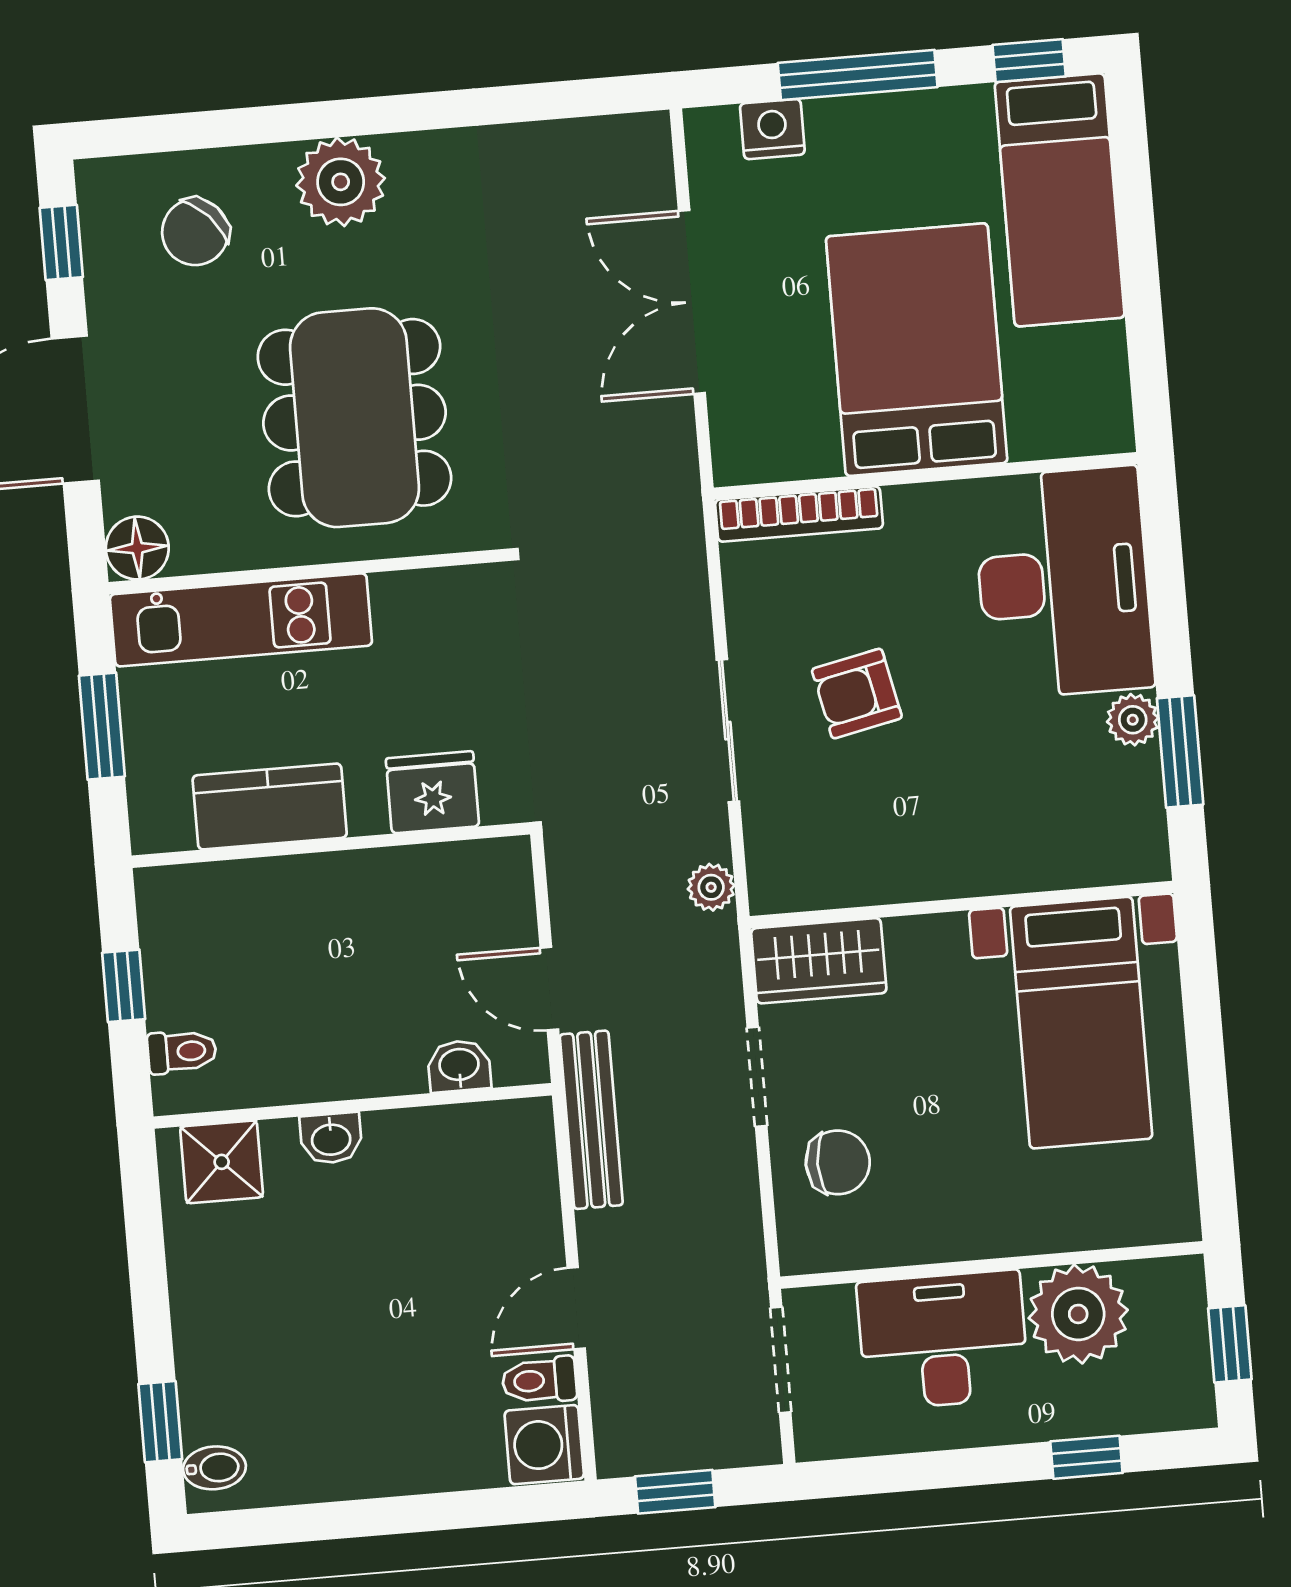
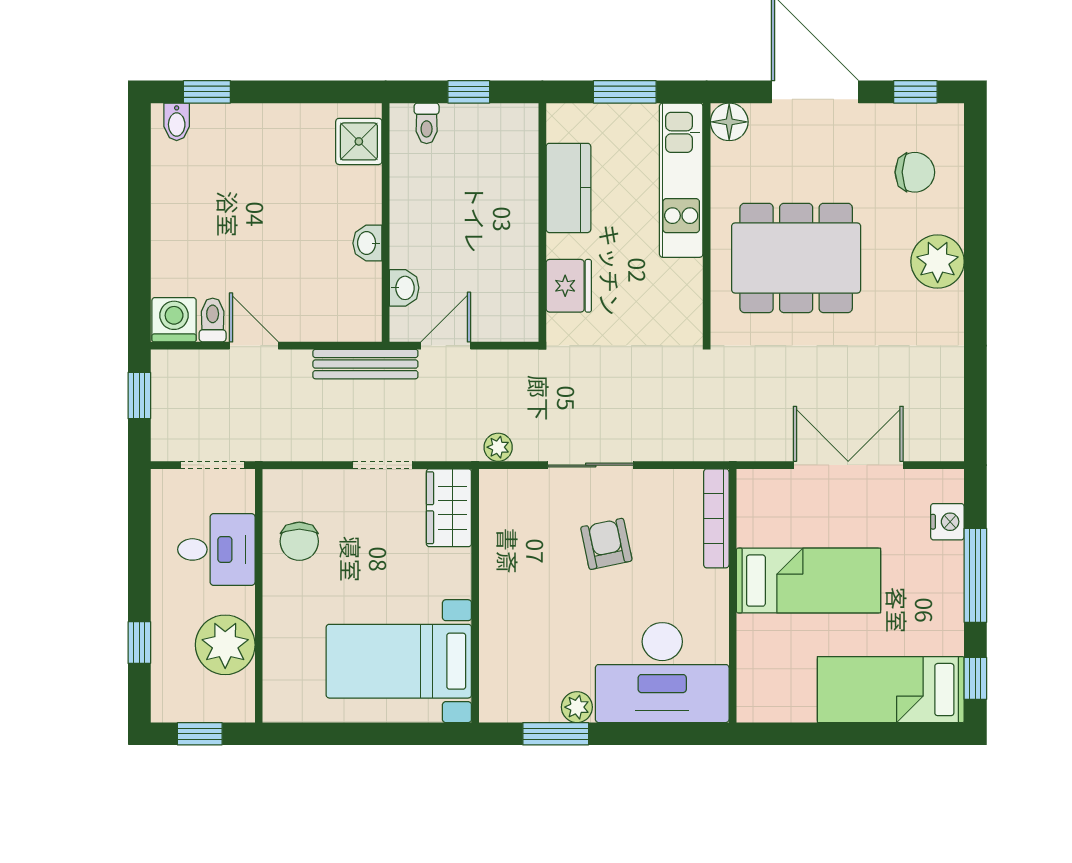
chair: (195, 232) -> (915, 172), turned 133
bed: (917, 350) -> (809, 581), width x0.67
washbasin: (331, 1138) -> (367, 243), moved
chair: (838, 1162) -> (299, 541), moved
desk: (943, 1340) -> (216, 549), width x0.73

